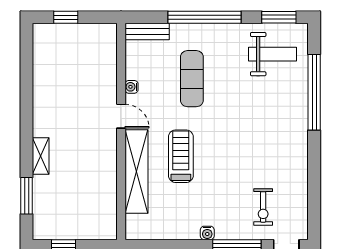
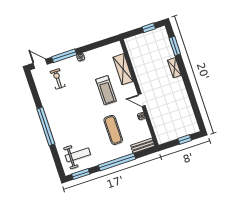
weight bench: (272, 54) -> (78, 155), turned 180
window: (314, 92) -> (46, 126), moved
shelving: (136, 171) -> (123, 69), width x0.68

